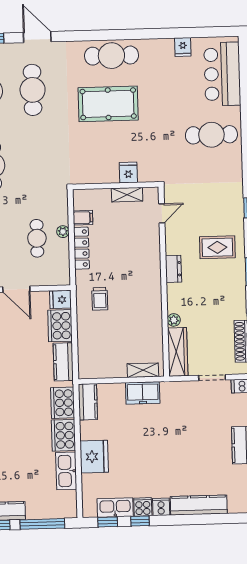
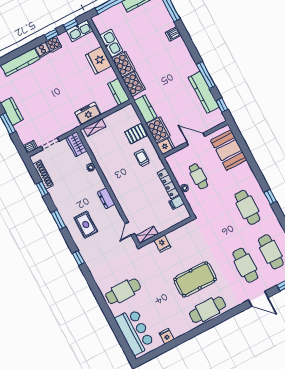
shelving: (127, 195) -> (147, 235), moved
rug: (217, 247) -> (86, 225), turned 90
pallet: (92, 335) -> (136, 134), added
wardrobe: (178, 352) -> (76, 144), width x0.67
kitchen sink: (115, 508) -> (80, 31), moved

